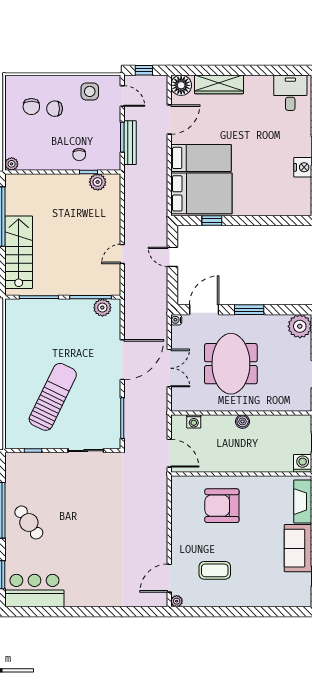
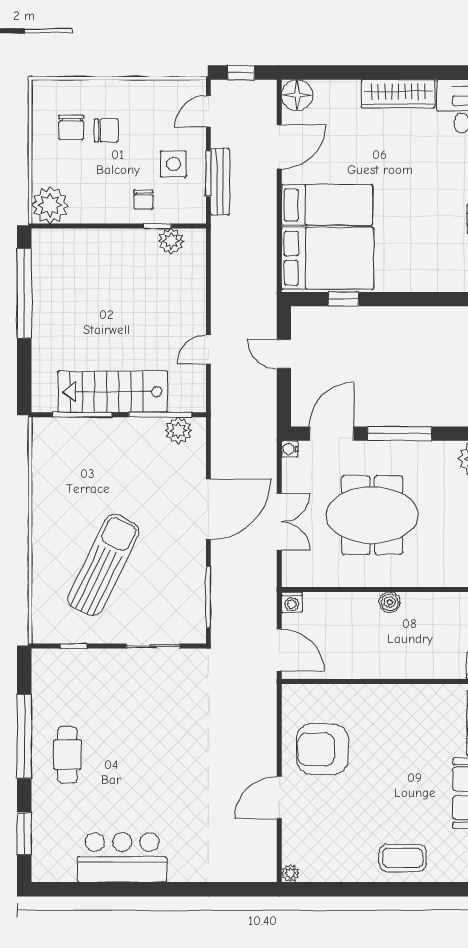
wardrobe: (219, 84) -> (398, 94), moved
side table: (90, 91) -> (173, 164), moved
door: (122, 96) -> (208, 111), swing flipped
chair: (55, 109) -> (106, 130), turned 180
plant: (12, 164) -> (50, 205), width x1.88, depth x1.88
stairs: (19, 252) -> (113, 392), moved, turned -90
window: (249, 310) -> (400, 434), width x1.44
meeting table: (231, 364) -> (372, 515), turned 90
washing machine: (194, 421) -> (292, 602), moved
armchair: (222, 506) -> (322, 749), moved
cafe table: (29, 522) -> (67, 755), turned 36
coffee table: (215, 570) -> (403, 858), moved
door: (169, 578) -> (279, 797), moved
bar counter: (34, 591) -> (122, 857), moved

